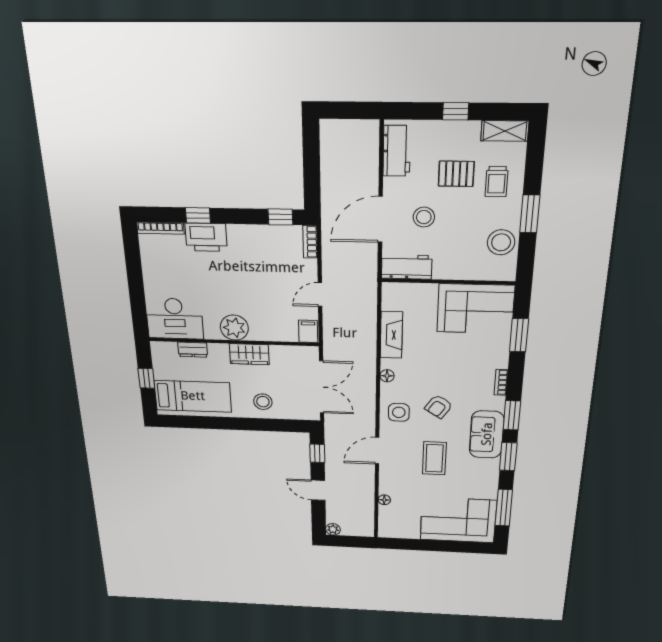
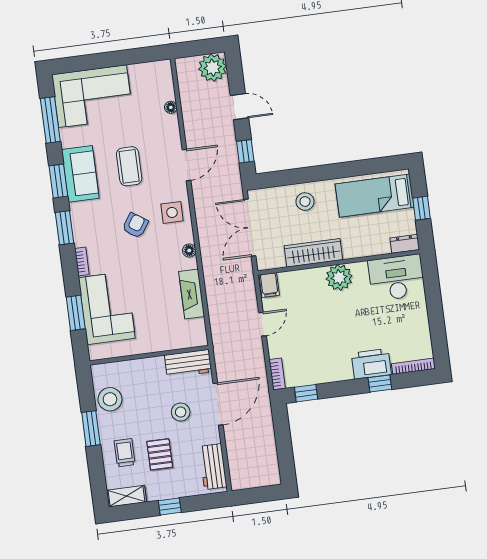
pallet: (456, 174) -> (160, 454), turned 90
corner sofa: (476, 309) -> (107, 308), moved, turned 90
dresser: (193, 350) -> (405, 244), moved
wardrobe: (249, 354) -> (313, 253), width x1.50
sofa: (487, 434) -> (80, 174), moved
plant: (333, 529) -> (213, 68), width x1.88, depth x1.88

